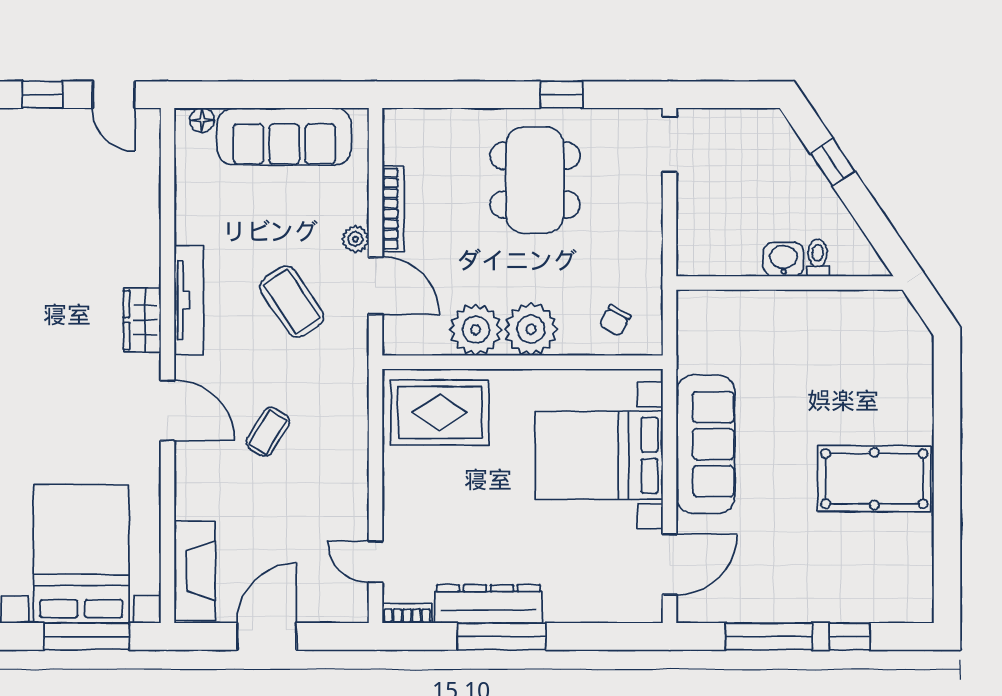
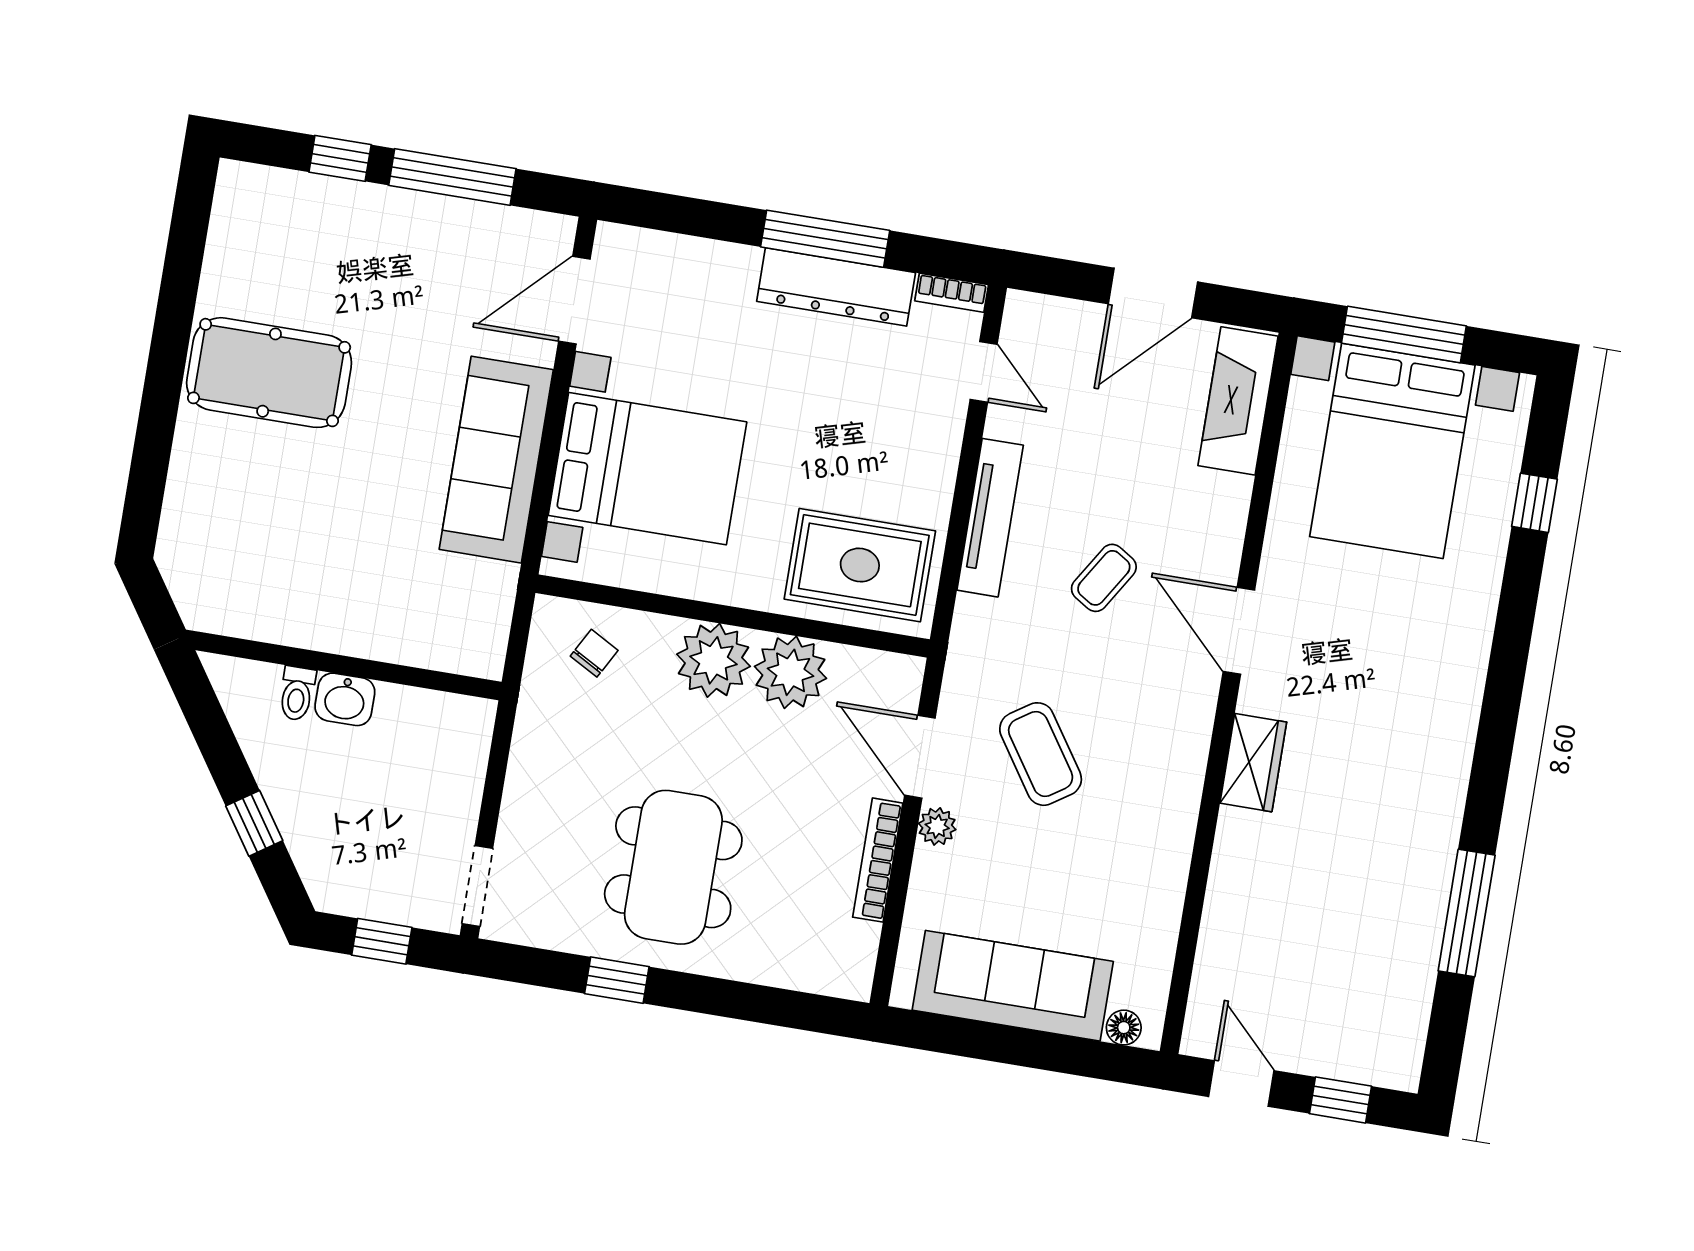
window: (730, 95) -> (382, 941), added
tv unit: (189, 300) -> (990, 518), moved, turned 180

